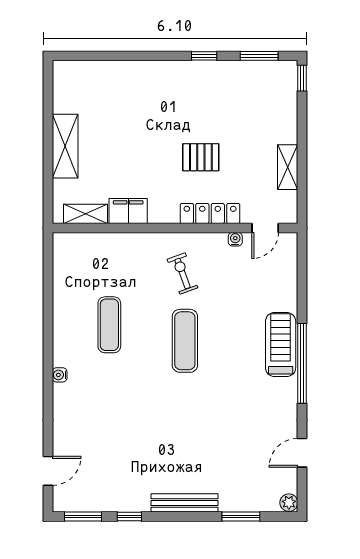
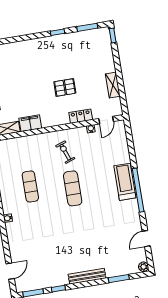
locker: (210, 214) -> (81, 116), width x0.66

